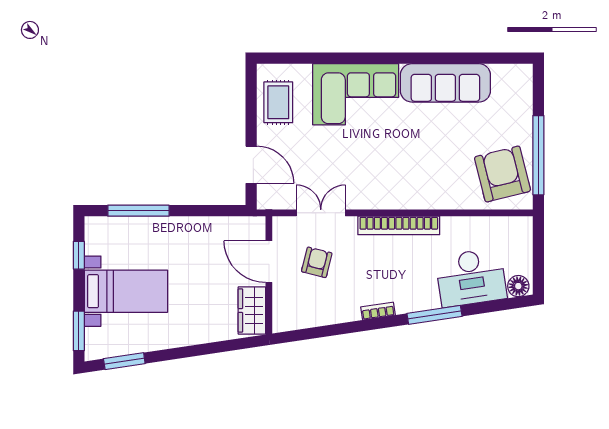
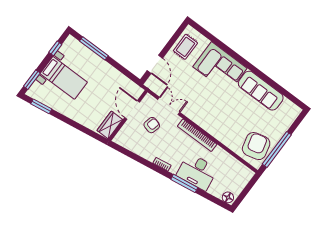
desk: (471, 278) -> (197, 172), moved

